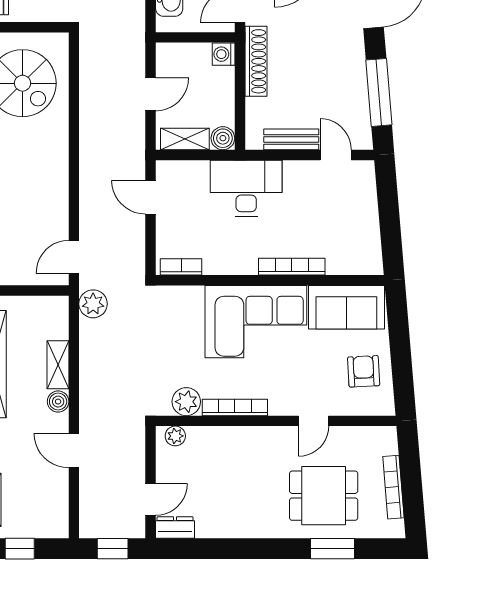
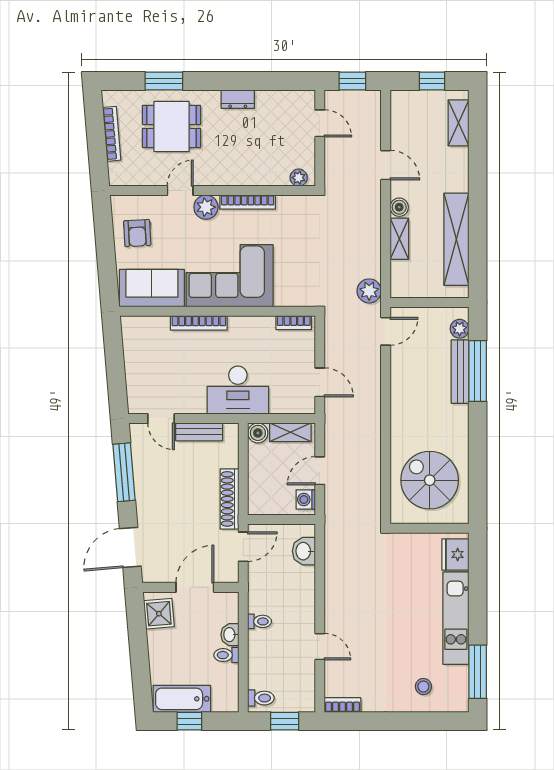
washing machine: (224, 54) -> (306, 499), moved, turned 180
plant: (186, 402) -> (206, 207), moved
door: (151, 499) -> (320, 123), swing flipped
dresser: (175, 528) -> (238, 99), moved

